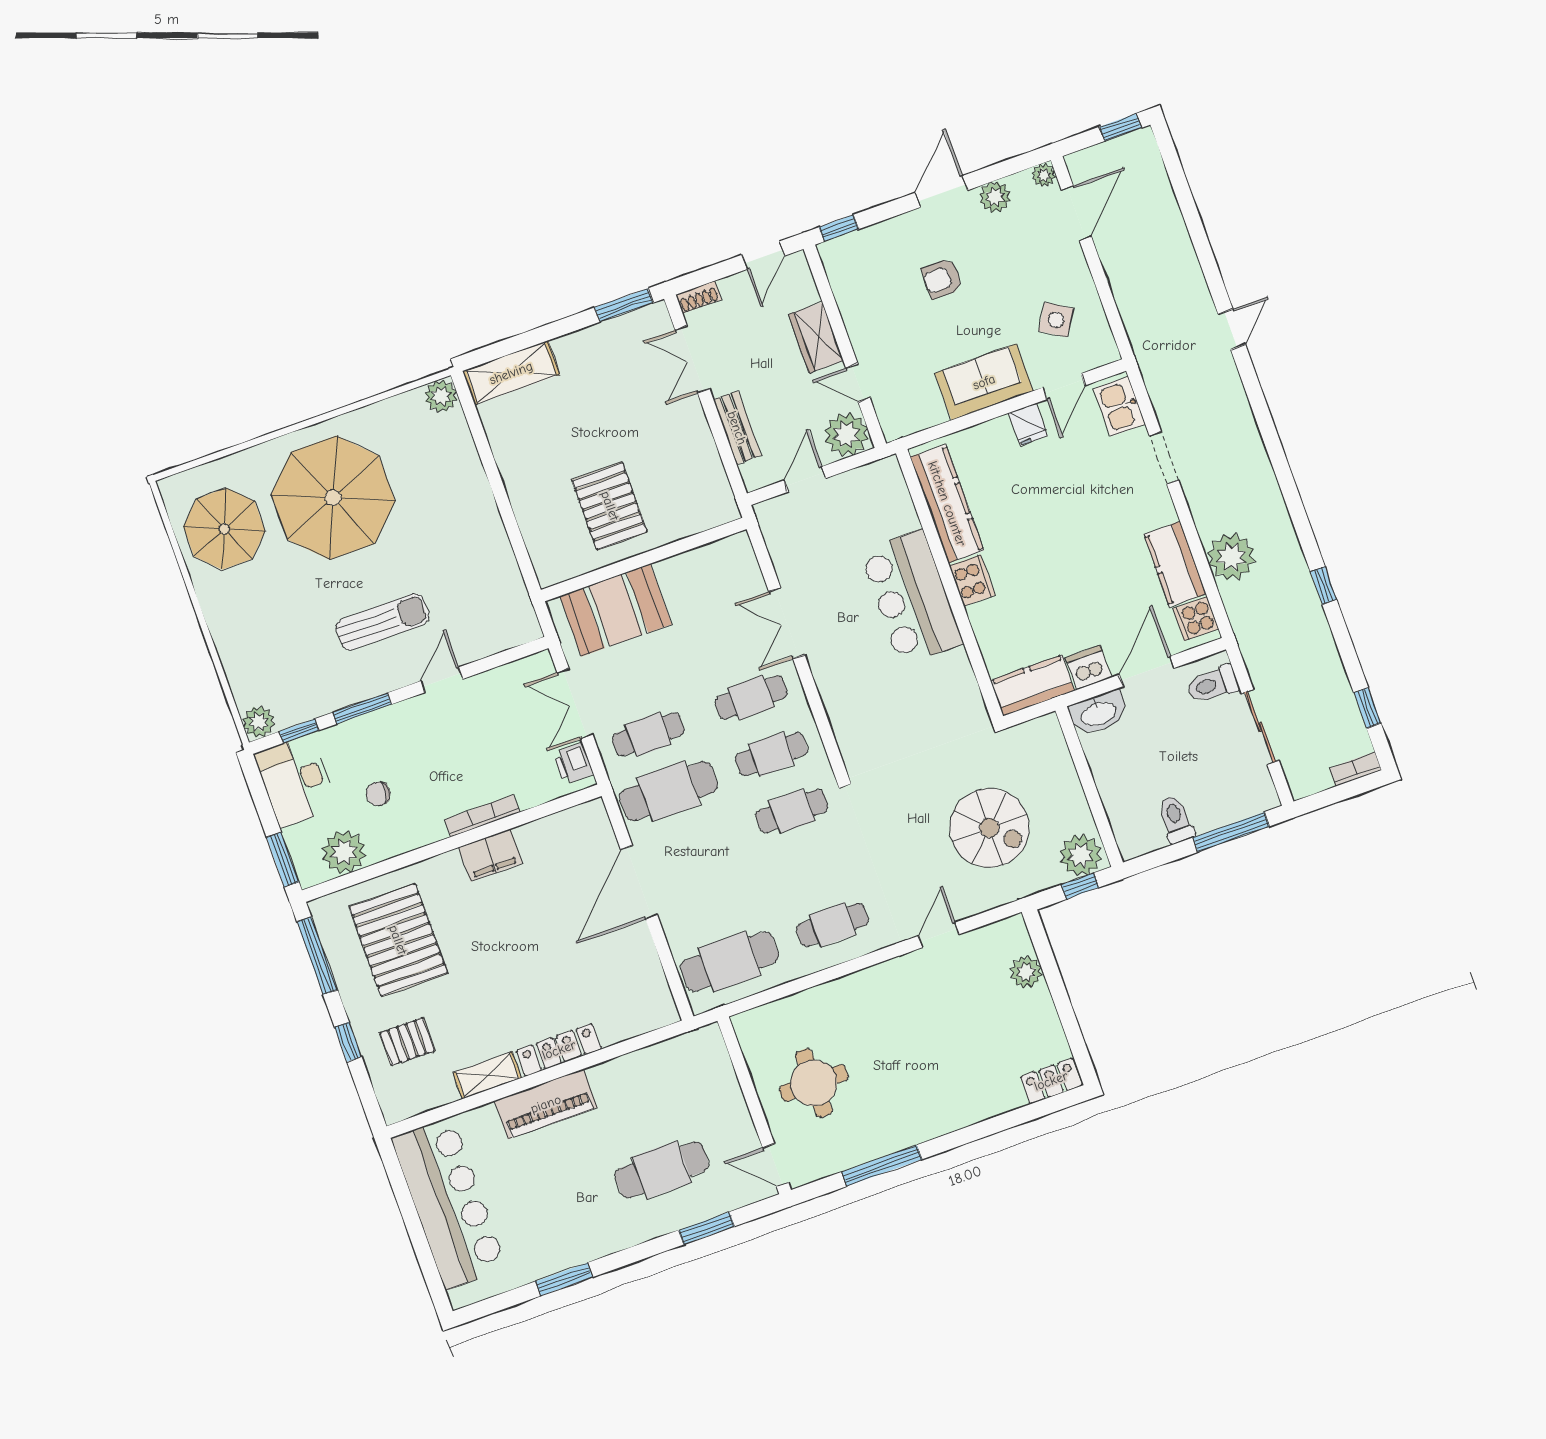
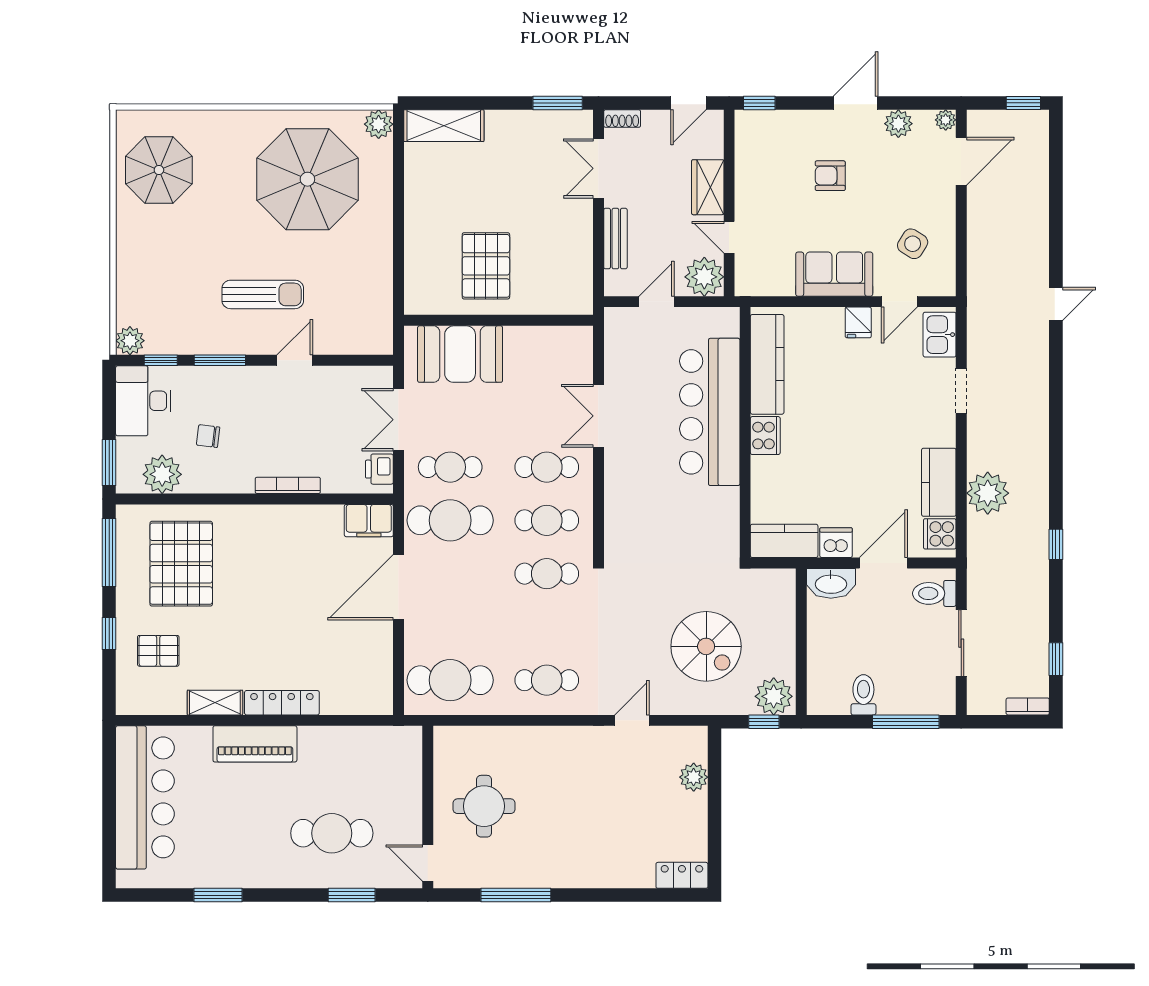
parasol: (333, 498) -> (307, 179), moved
bar counter: (911, 597) -> (710, 412), width x1.36
filing cabinet: (491, 855) -> (369, 521), moved

